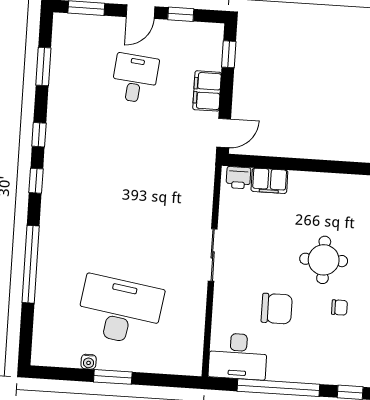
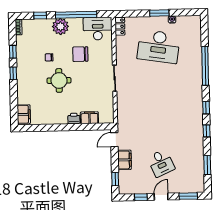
desk: (135, 78) -> (161, 163), turned -30
printer: (238, 178) -> (74, 119), moved
locker: (193, 357) -> (120, 26), added
plant: (312, 367) -> (60, 26), added

